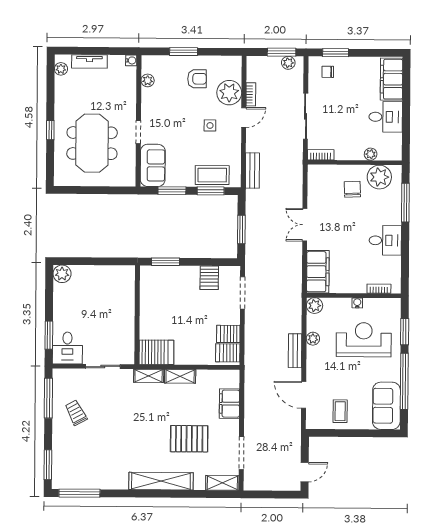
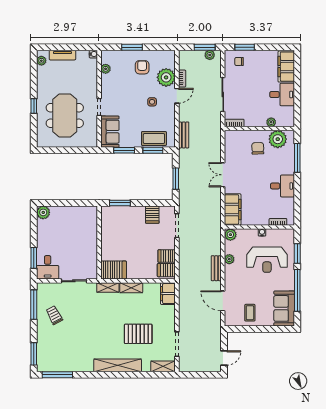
armchair: (197, 79) -> (142, 67), turned -90
reception desk: (364, 340) -> (267, 260), turned 180
filing cabinet: (229, 404) -> (168, 294), moved

